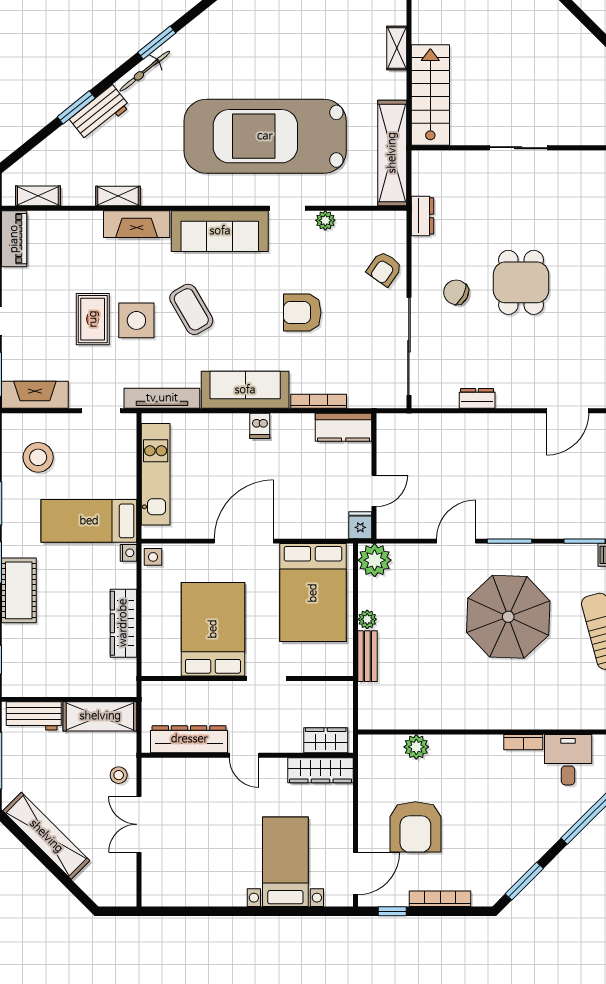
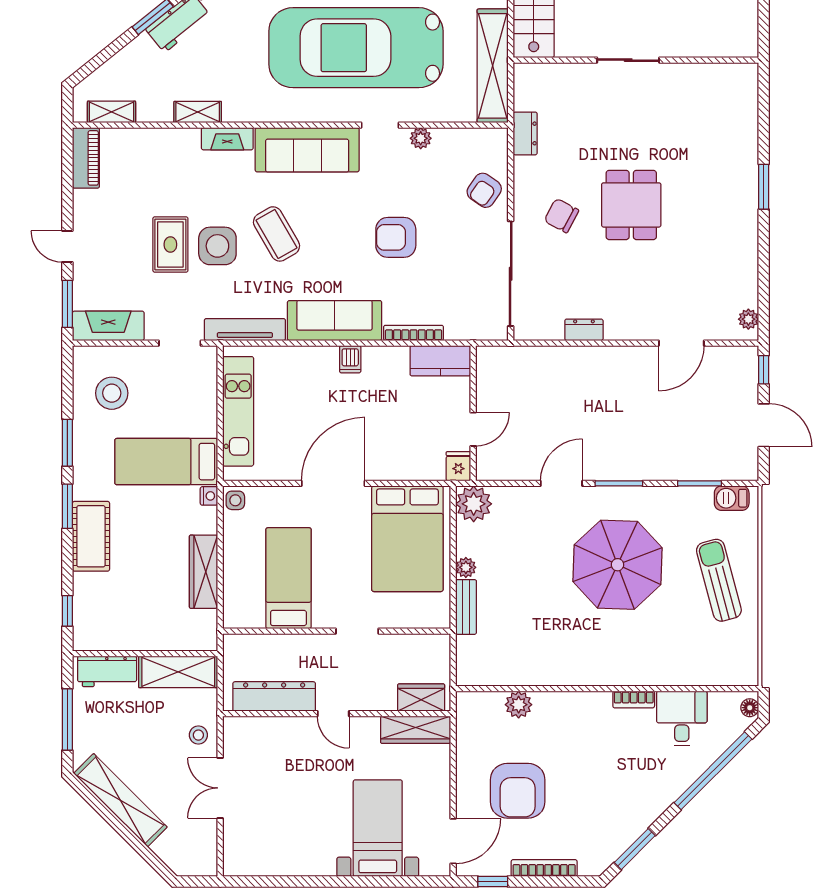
fireplace: (137, 224) -> (227, 139), width x0.73, depth x0.76
bed: (213, 629) -> (288, 578), width x0.67

